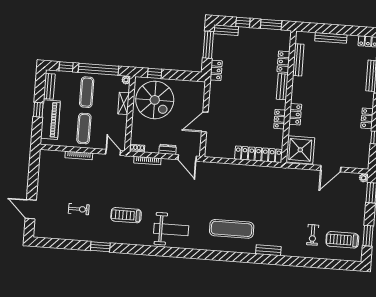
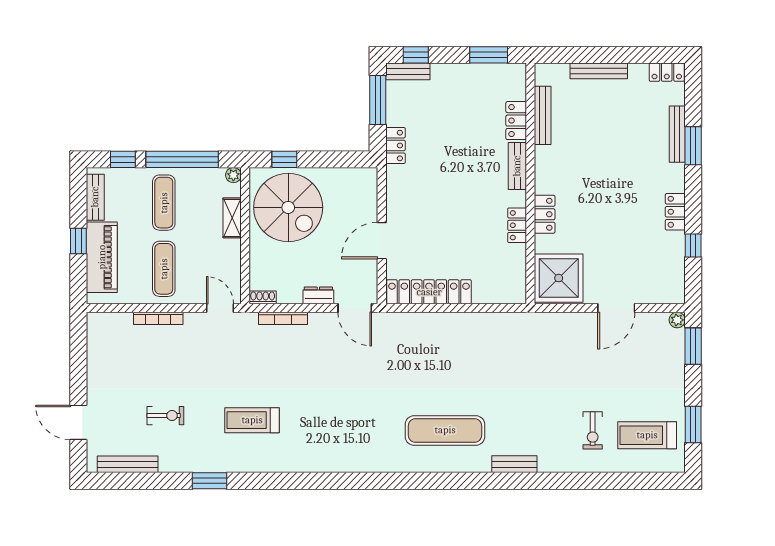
window: (243, 22) -> (416, 55), moved
locker: (258, 154) -> (429, 292), moved
weight bench: (171, 230) -> (336, 440), removed
bench: (56, 234) -> (128, 464), added

